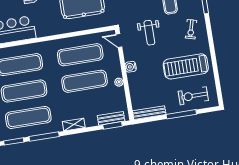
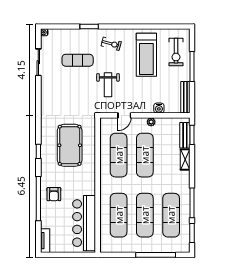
weight bench: (149, 33) -> (108, 85), turned 90
door: (119, 41) -> (124, 115), moved
water cooler: (131, 67) -> (159, 108), moved
shelving: (74, 125) -> (185, 159), moved

